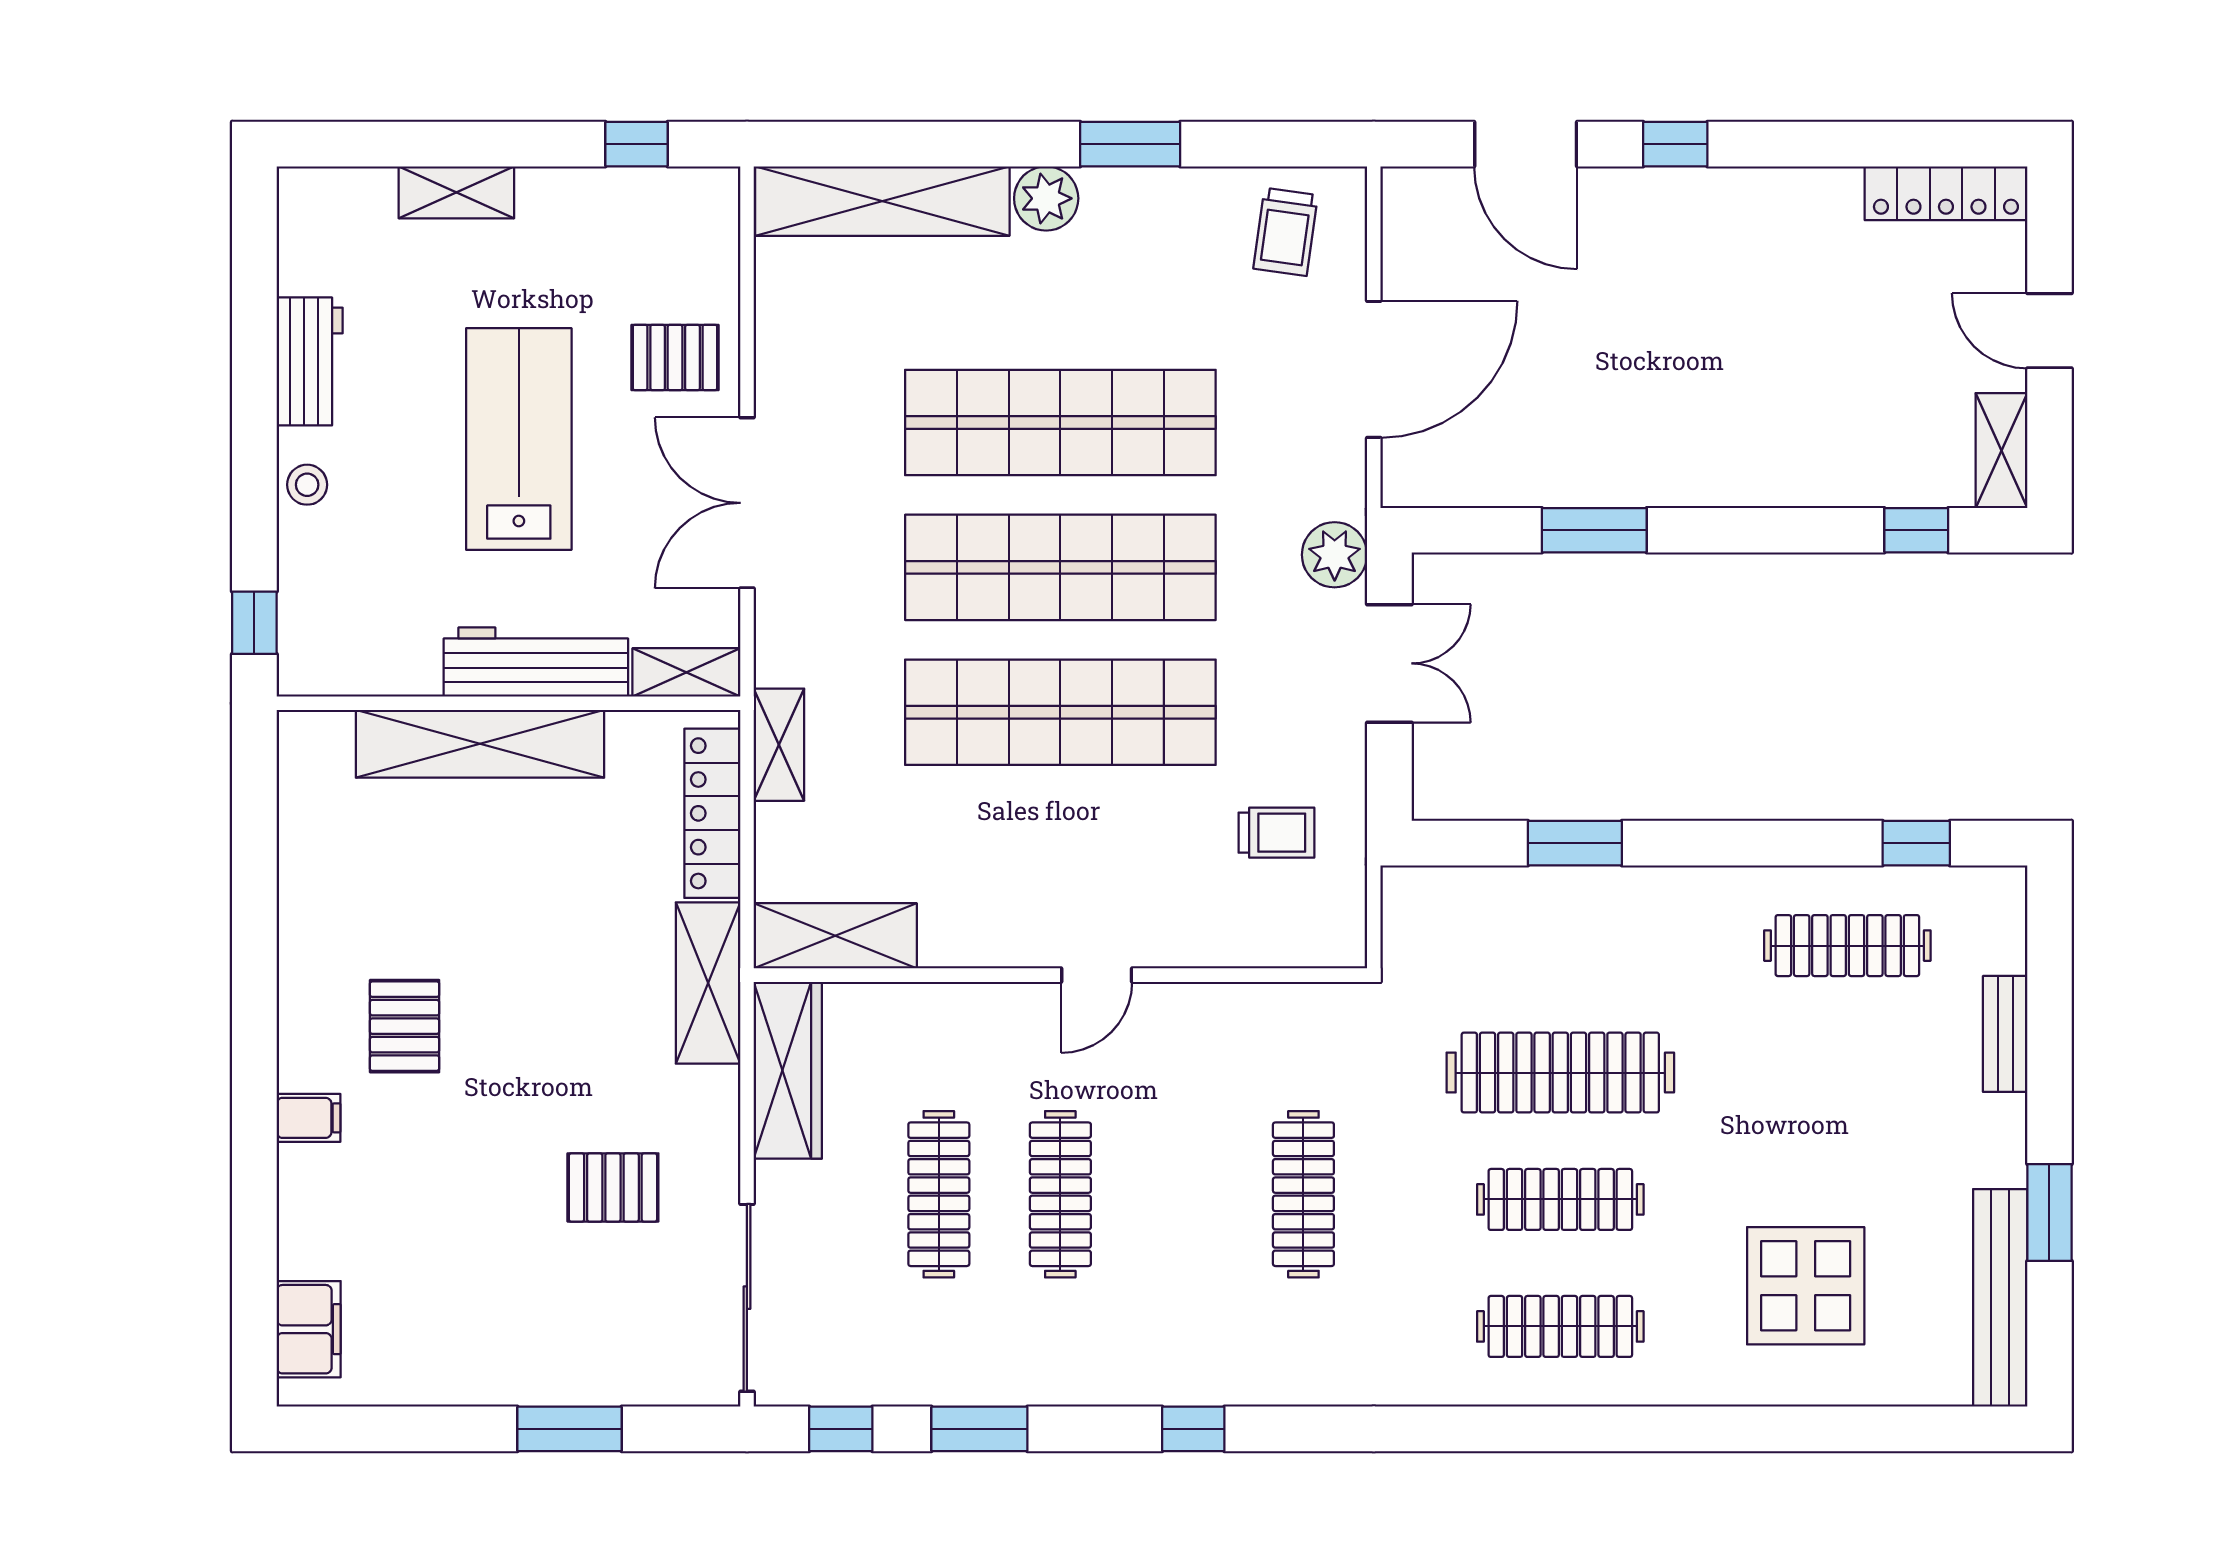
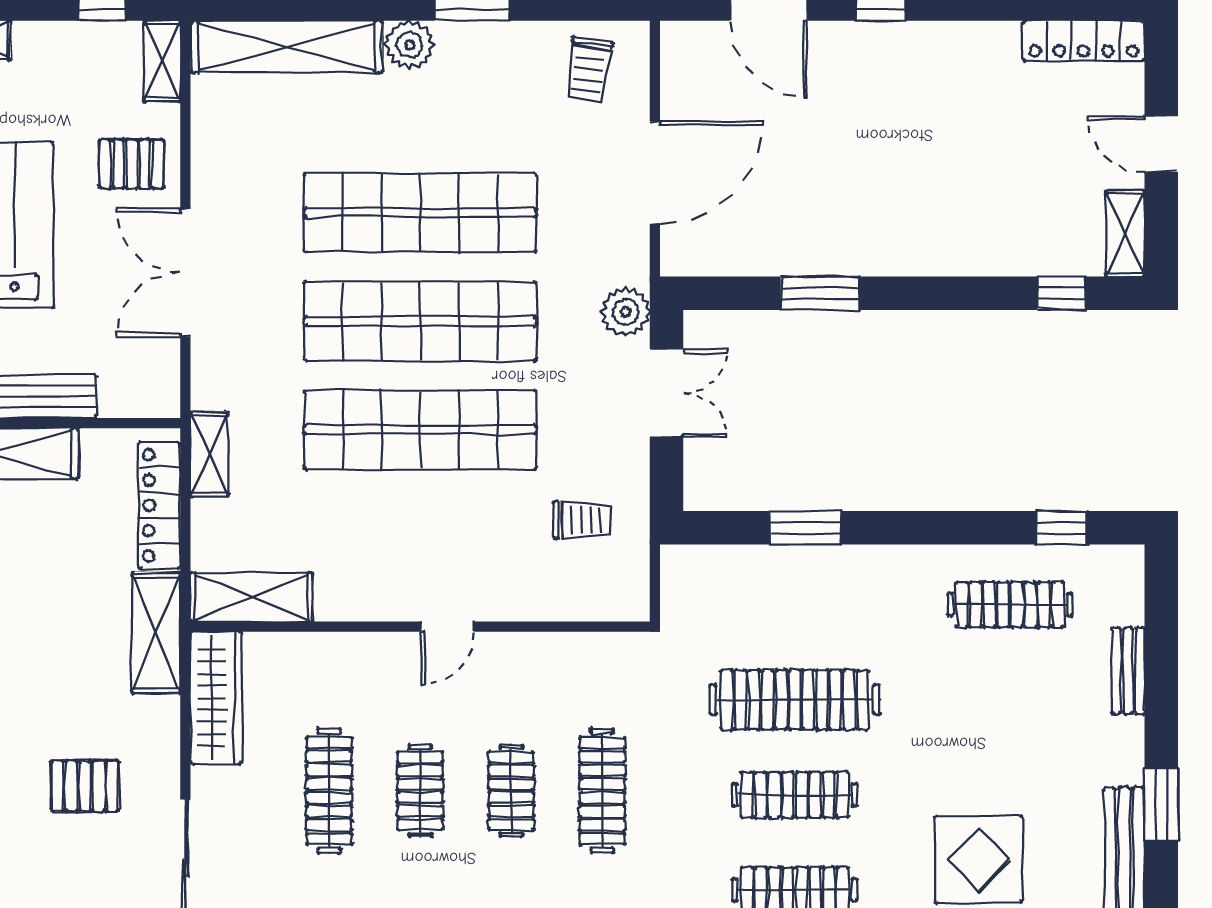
shelving: (686, 672) -> (162, 61), moved, turned 90
clothes rail: (1060, 1194) -> (420, 791), width x0.73
clothes rail: (1182, 1194) -> (511, 791), added

